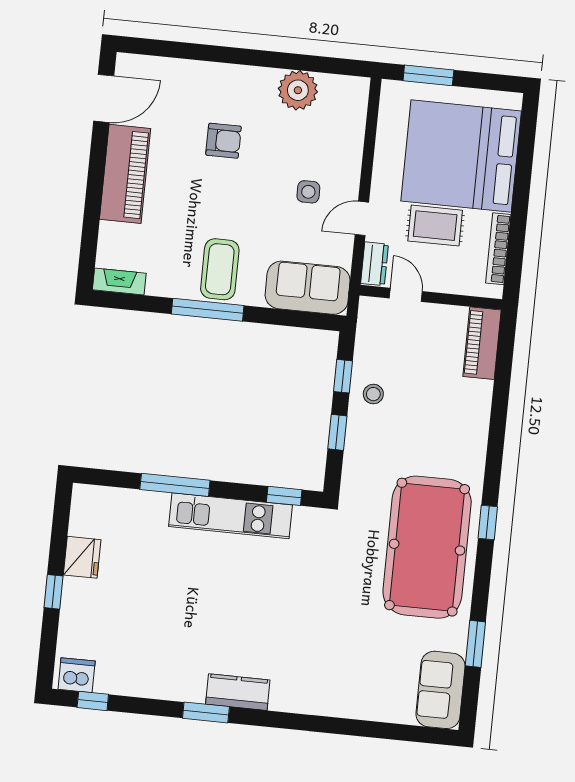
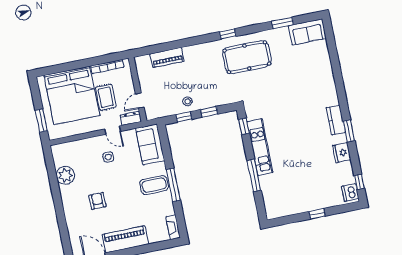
piano: (482, 343) -> (167, 57), moved
pool table: (427, 547) -> (247, 57), width x0.73, depth x0.76
fridge: (82, 557) -> (342, 153), moved, turned -90

